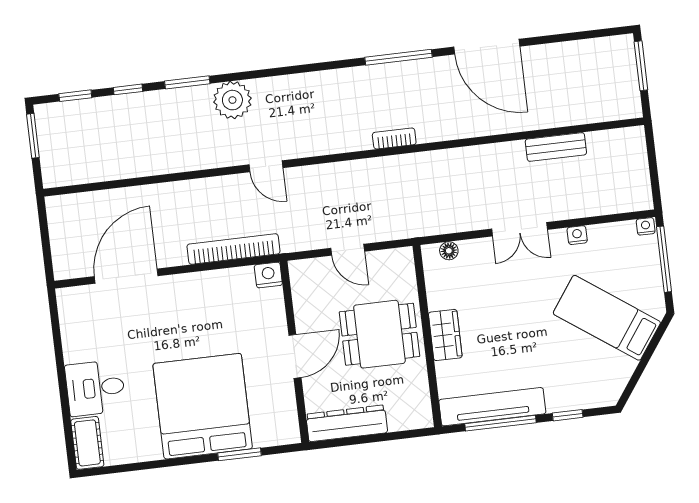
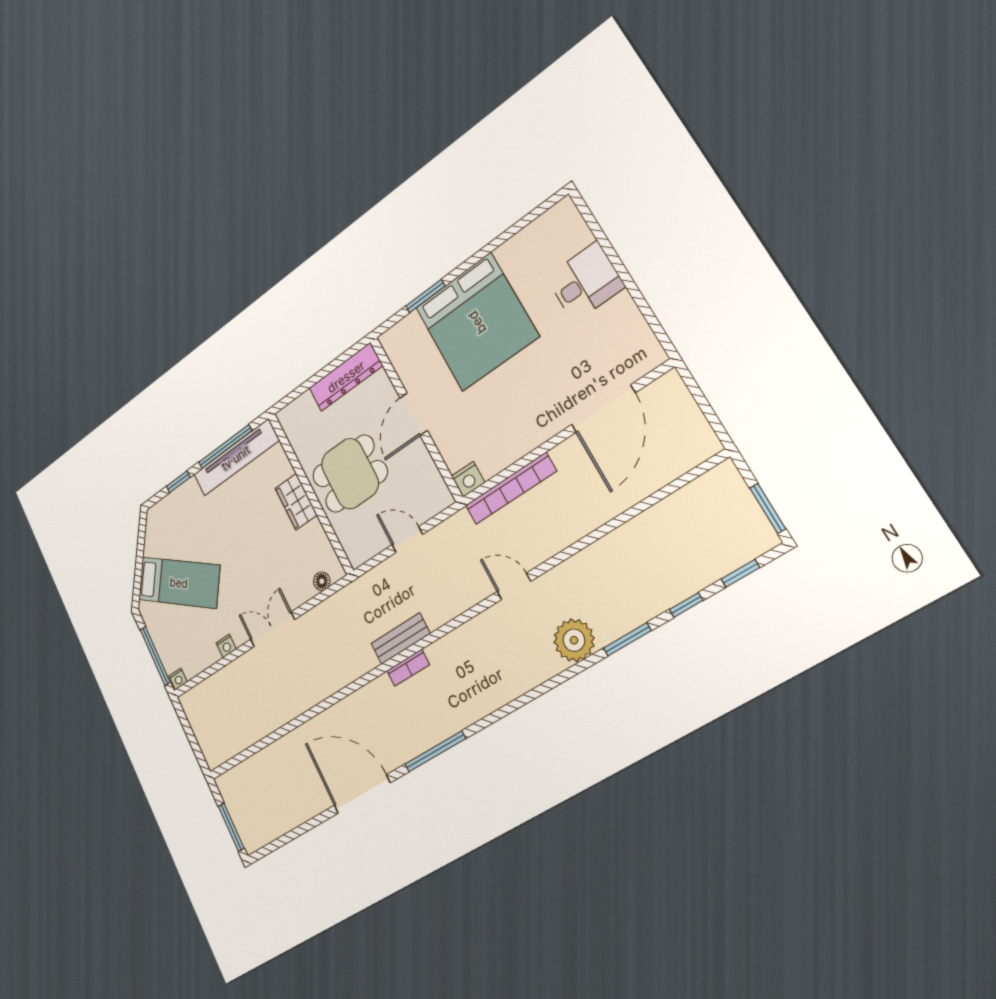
bench: (556, 147) -> (401, 639), moved
cot: (87, 443) -> (570, 225), removed

